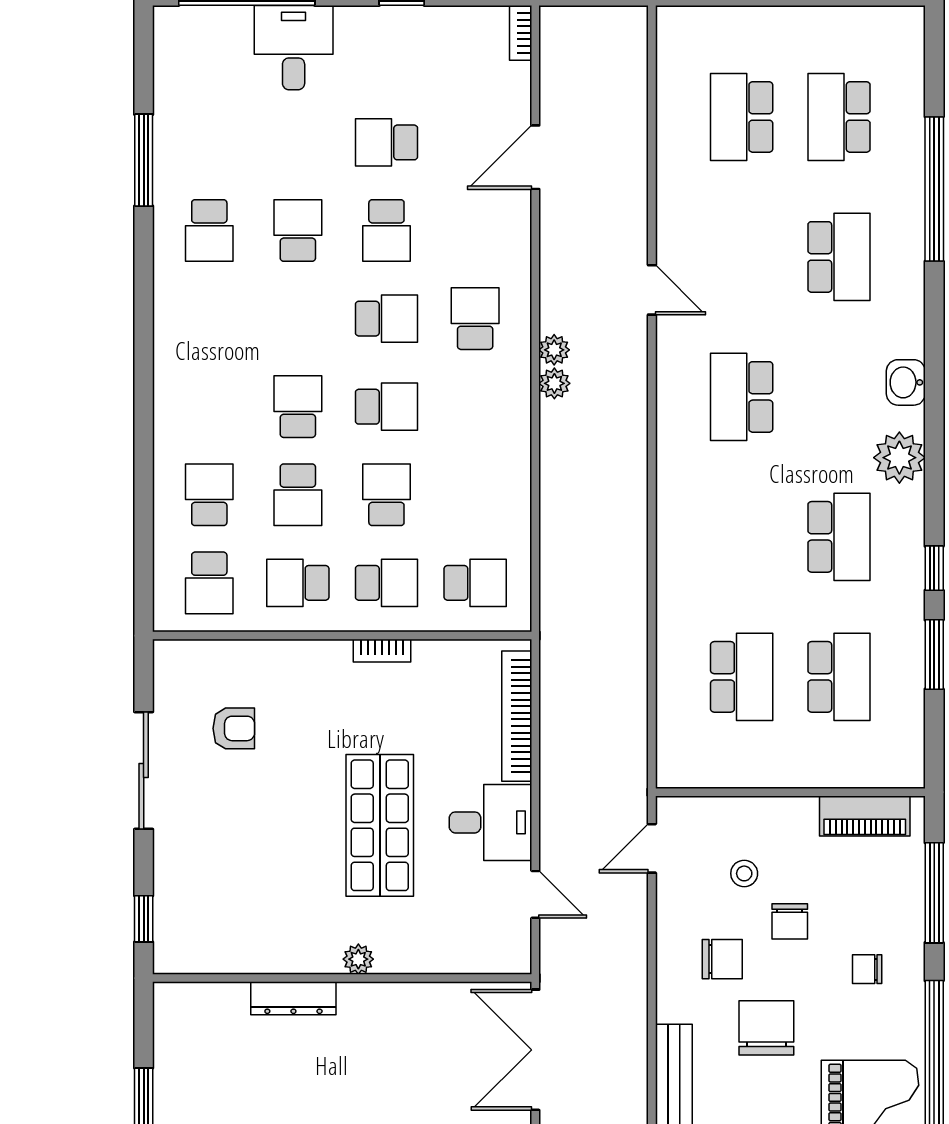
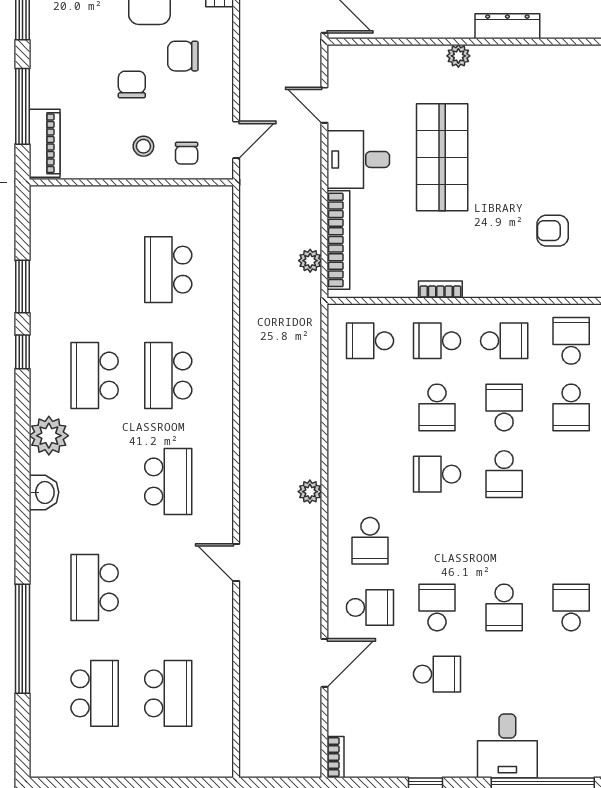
school desk: (386, 319) -> (370, 607), moved, turned 180
plant: (554, 350) -> (310, 261), moved
school desk: (839, 677) -> (168, 376), moved
piano: (865, 816) -> (45, 143), moved, turned 90
stool: (744, 873) -> (143, 146), moved
chair: (867, 969) -> (187, 153), moved, turned 90

